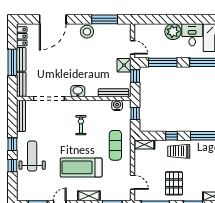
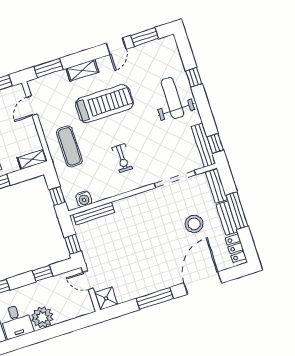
window: (105, 19) -> (155, 299), moved
stool: (87, 32) -> (194, 224), moved
window: (163, 62) -> (43, 273), width x0.46
shower: (124, 65) -> (106, 298), moved
washbasin: (78, 91) -> (140, 201), removed
window: (12, 144) -> (215, 143), moved
weight bench: (32, 156) -> (172, 98), turned 180
door: (132, 182) -> (32, 106), hinge flipped

